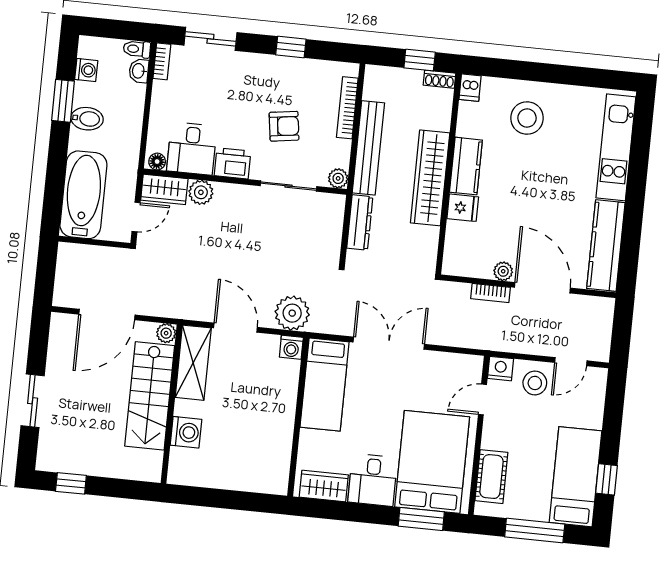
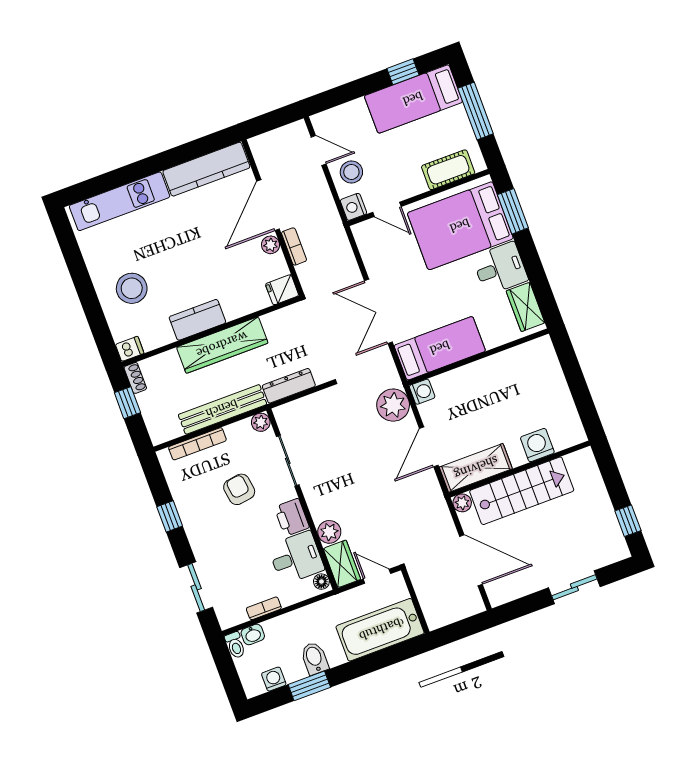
bookcase: (162, 61) -> (264, 608), moved
fridge: (463, 208) -> (282, 290), moved, turned -90

